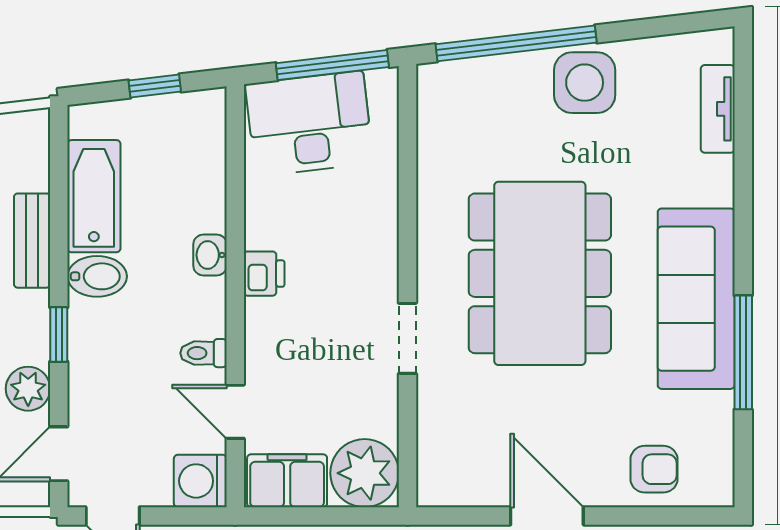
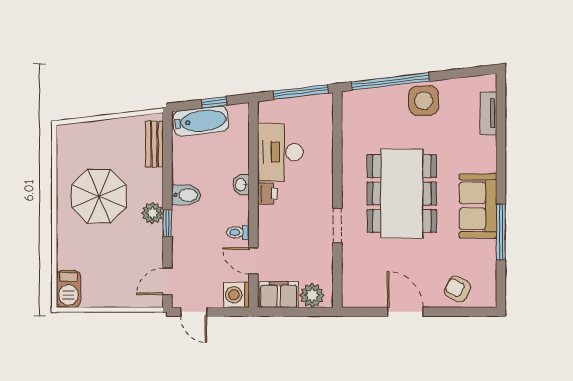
desk: (309, 123) -> (280, 152), moved, turned -83
bathtub: (94, 196) -> (201, 121), moved, turned 83
bench: (32, 241) -> (154, 144), moved
sofa: (696, 299) -> (478, 206), width x0.73
plant: (28, 389) -> (152, 213), moved
armchair: (654, 469) -> (457, 289), turned -153
plant: (365, 473) -> (312, 295), width x0.73, depth x0.73

